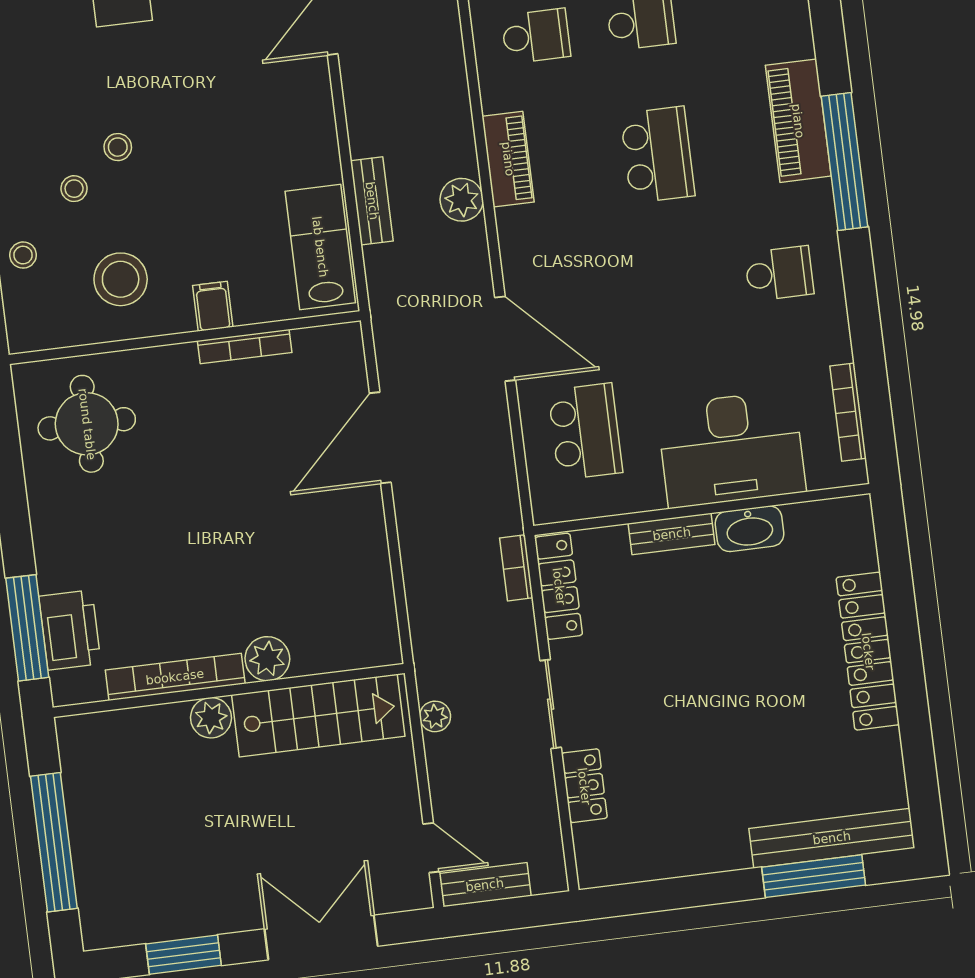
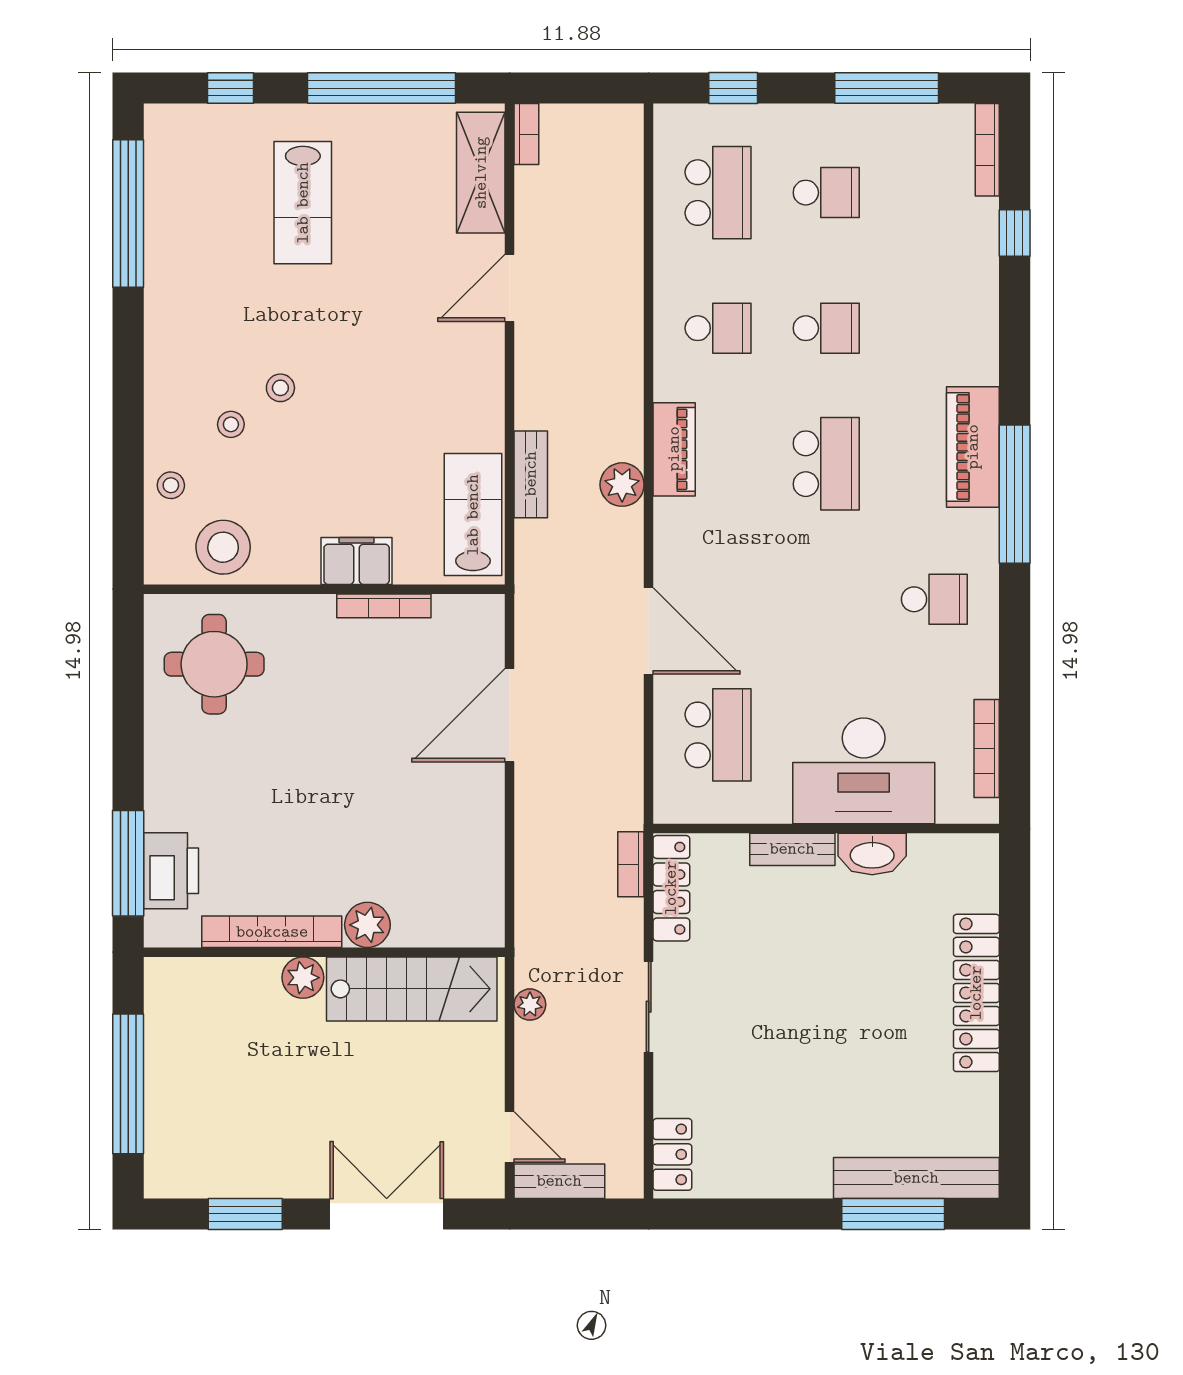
stool: (121, 279) -> (223, 547), moved
filing cabinet: (213, 306) -> (357, 561), width x2.00
locker: (584, 786) -> (672, 1154), moved

